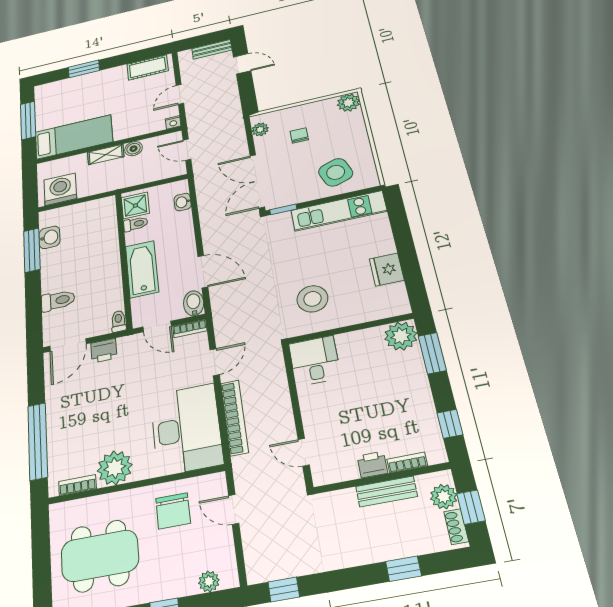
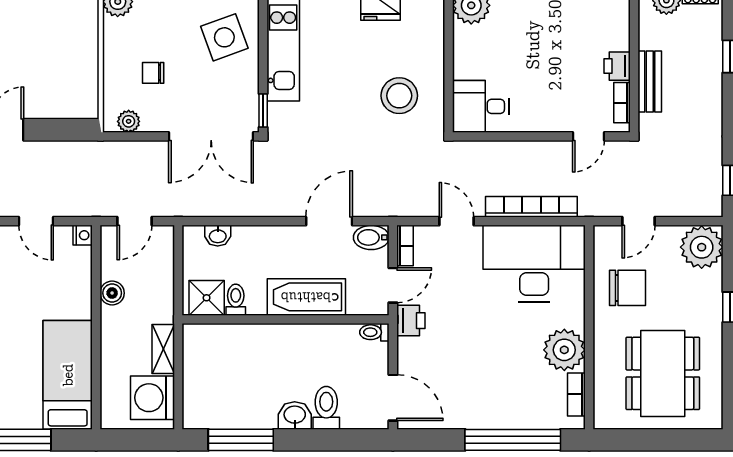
shelving: (106, 155) -> (163, 349), moved
washbasin: (49, 237) -> (295, 415), moved
printer: (104, 351) -> (411, 321), moved
bookcase: (407, 462) -> (622, 103), moved
bench: (387, 492) -> (650, 81), moved
plant: (209, 581) -> (702, 247), width x1.87, depth x1.87

